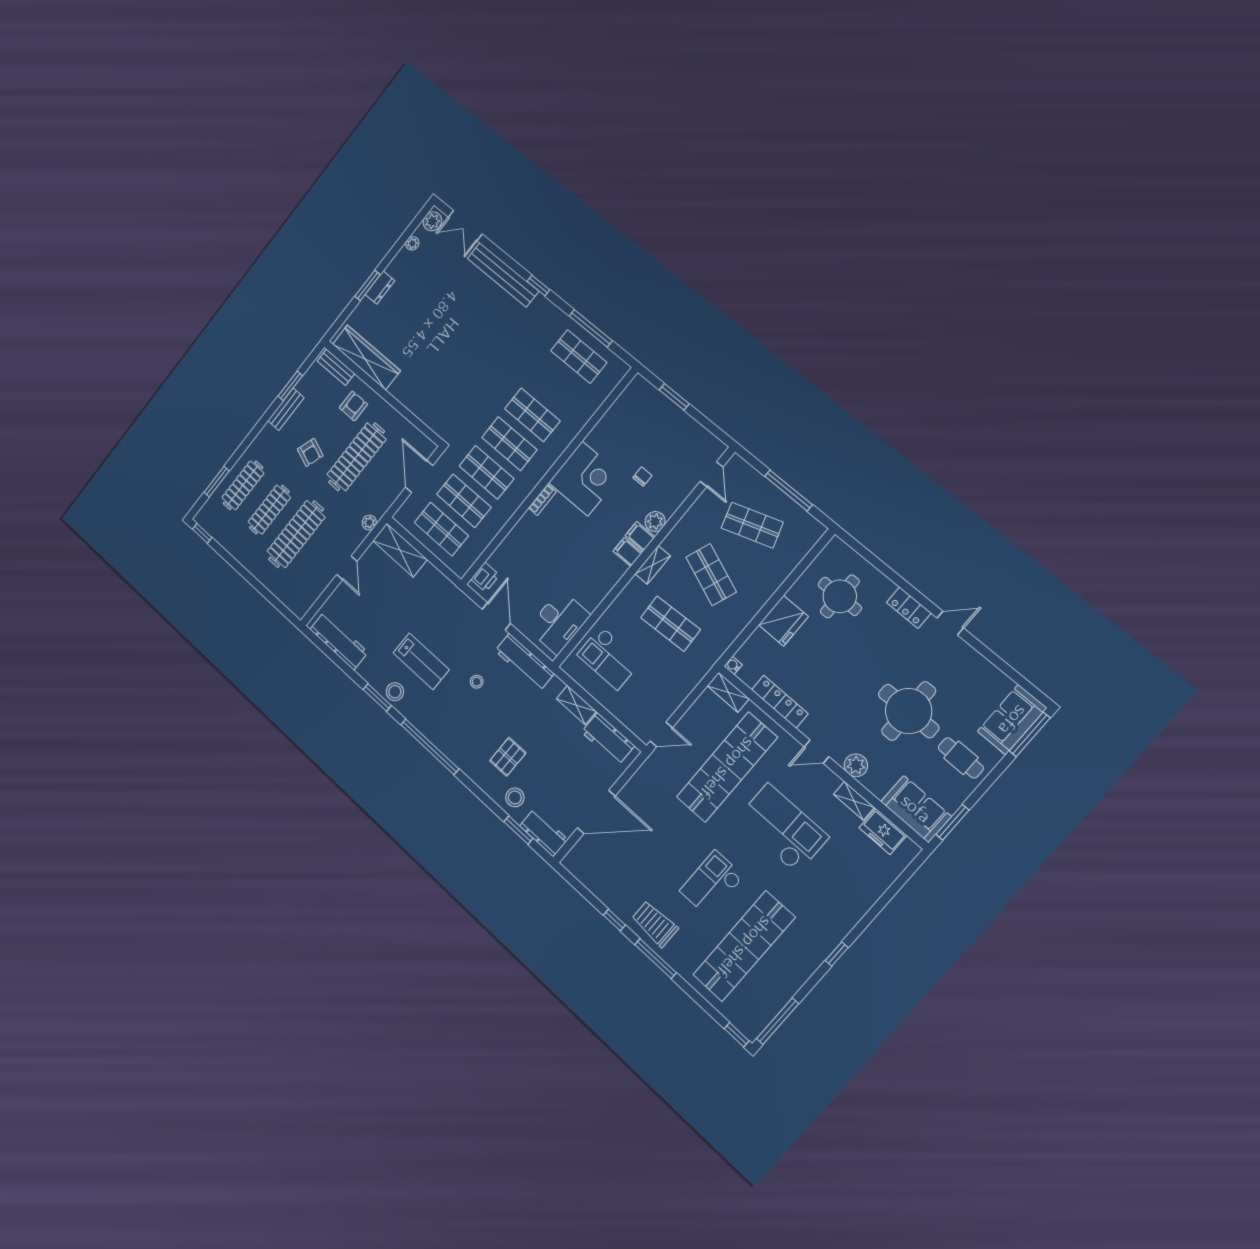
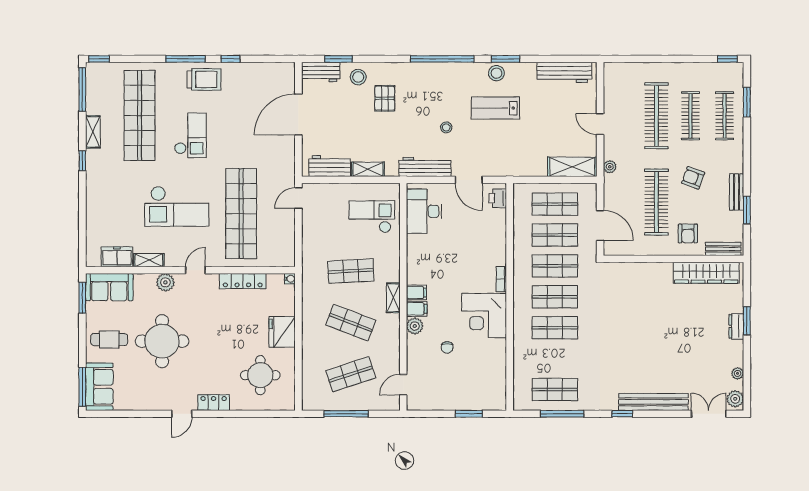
door: (712, 474) -> (403, 385), hinge flipped
shelving: (728, 692) -> (93, 132), moved, turned 90

